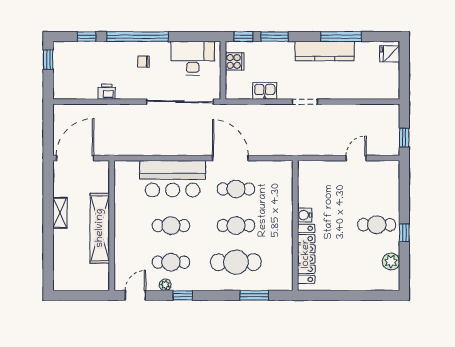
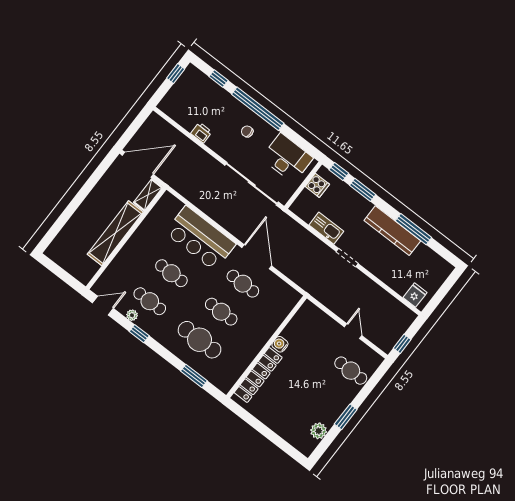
fridge: (390, 54) -> (415, 295), moved, turned 90
kitchen sink: (265, 91) -> (326, 228), width x1.38
door: (356, 158) -> (353, 331), hinge flipped
shelving: (60, 213) -> (148, 195), moved
cafe table: (377, 225) -> (351, 371), moved
window: (404, 233) -> (346, 417), width x1.50

